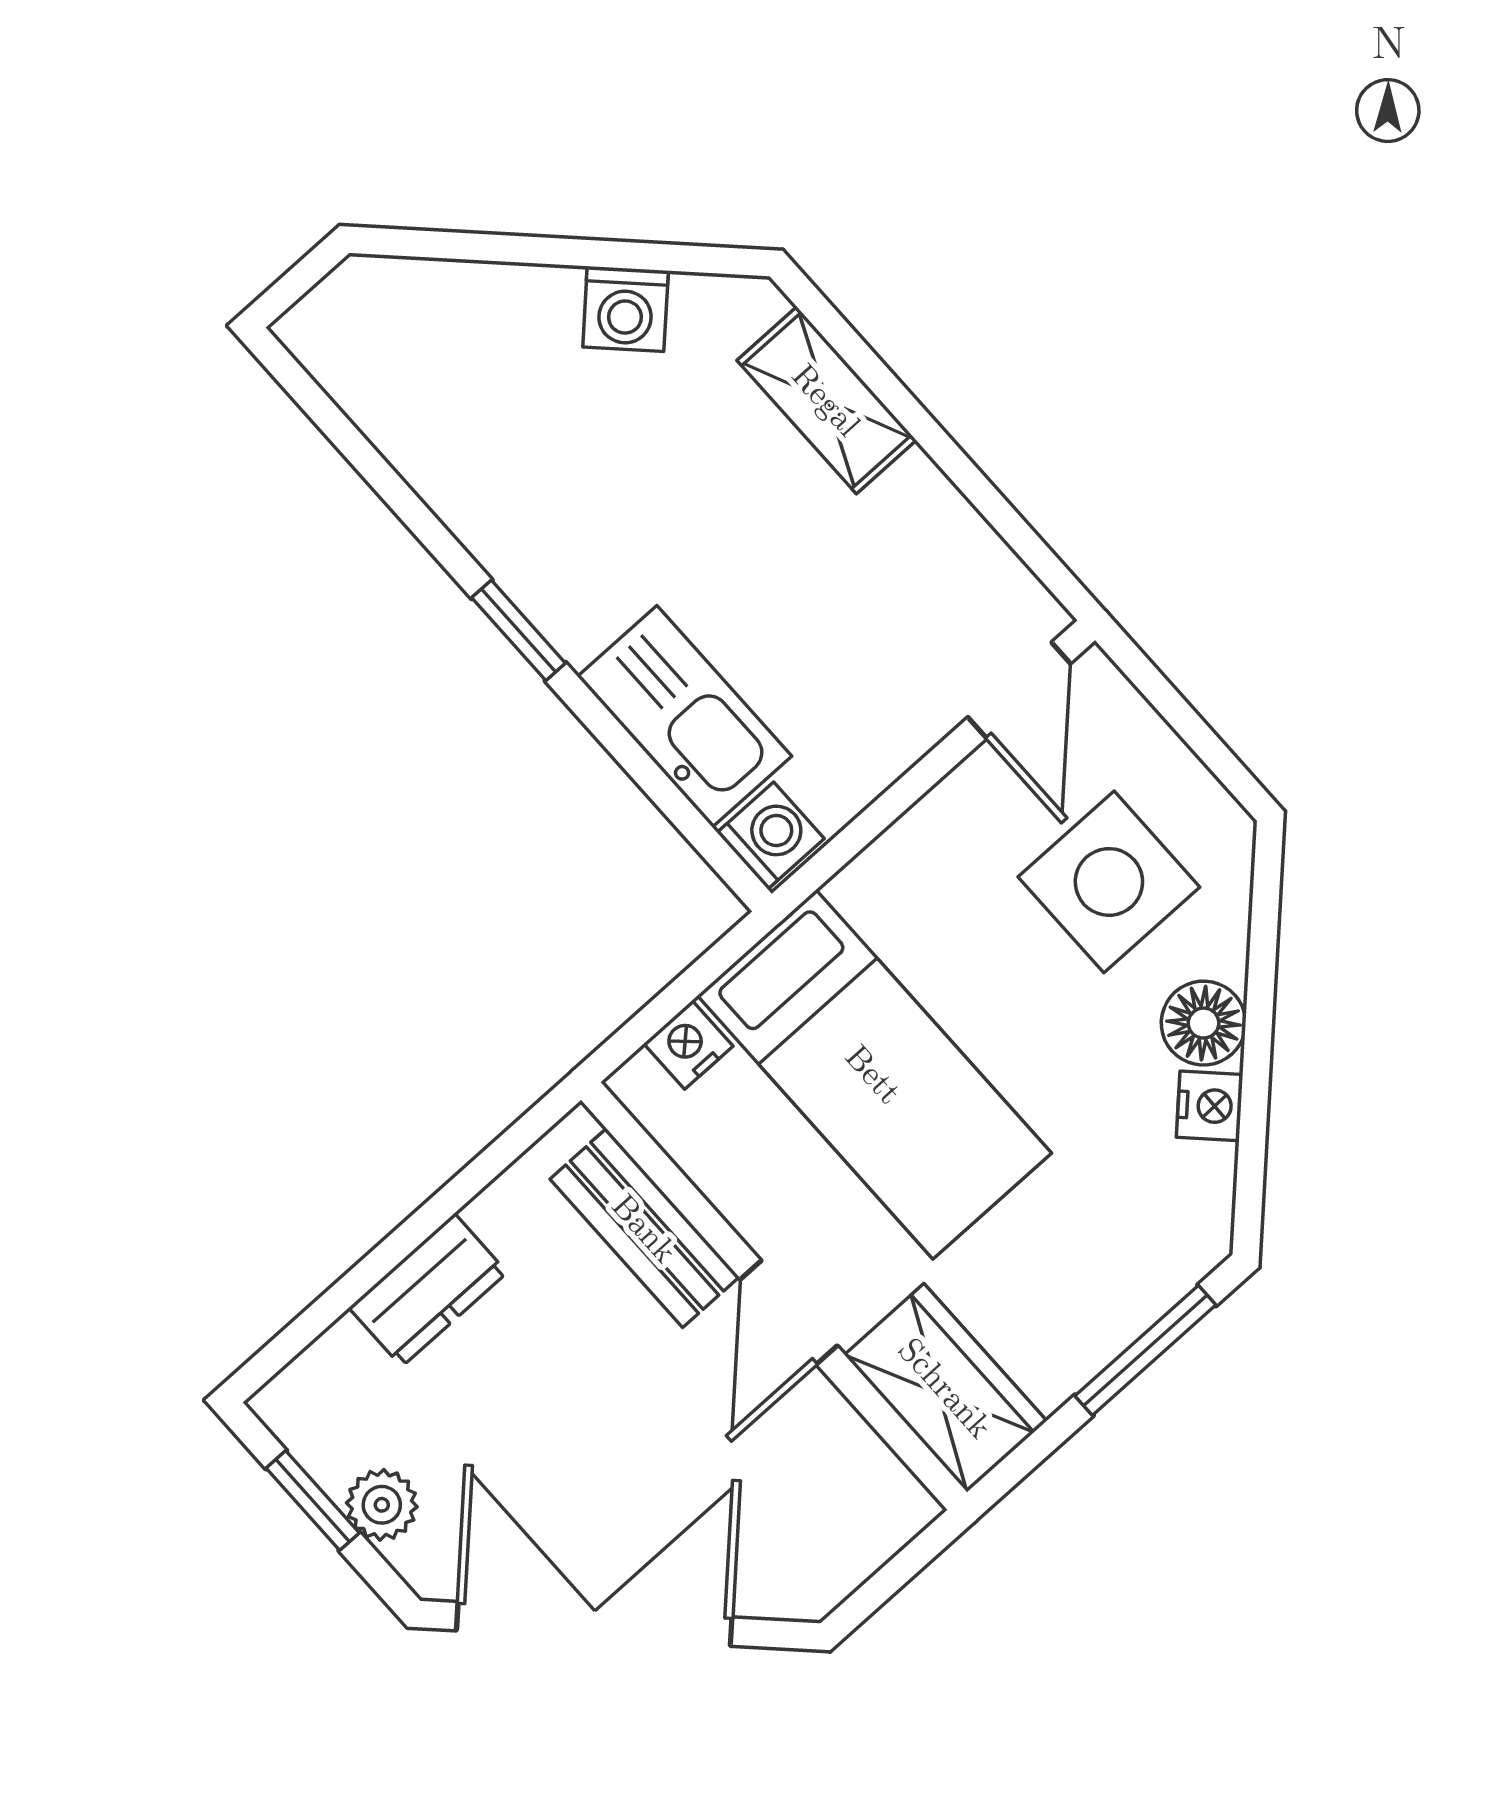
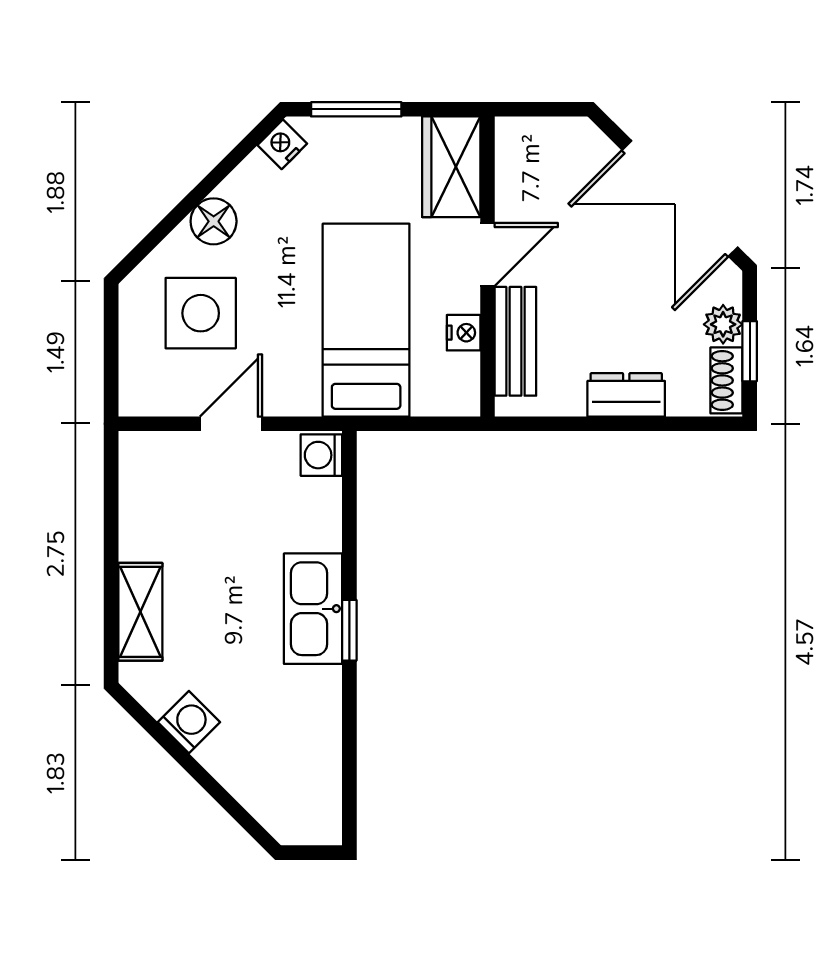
door: (1019, 690) -> (231, 424), moved
kitchen sink: (685, 716) -> (313, 609), moved
nightstand: (688, 1045) -> (464, 333), moved, turned -90
nightstand: (1210, 1106) -> (282, 144), moved
shoe rack: (309, 1432) -> (726, 380), added

